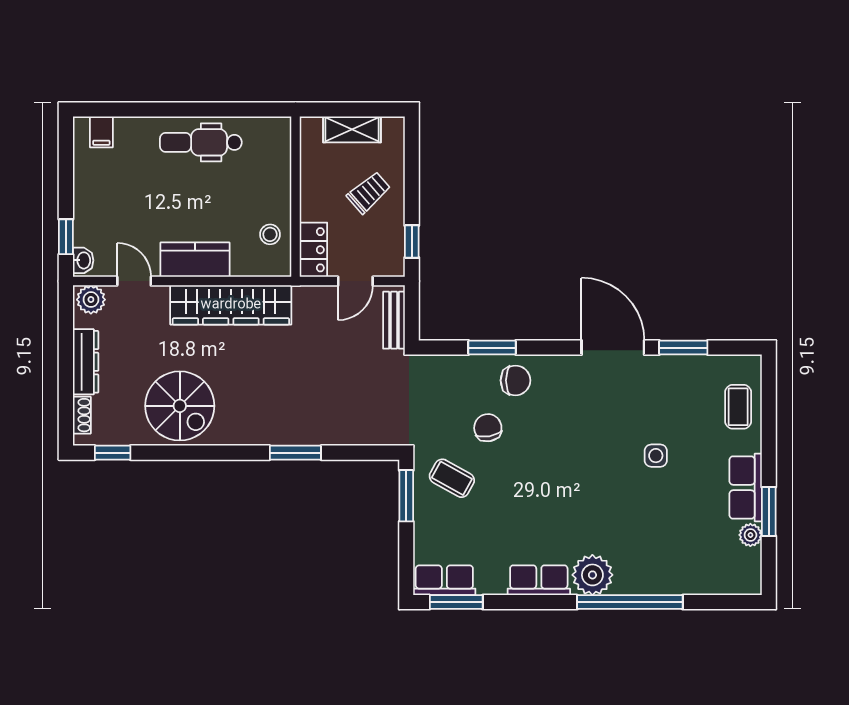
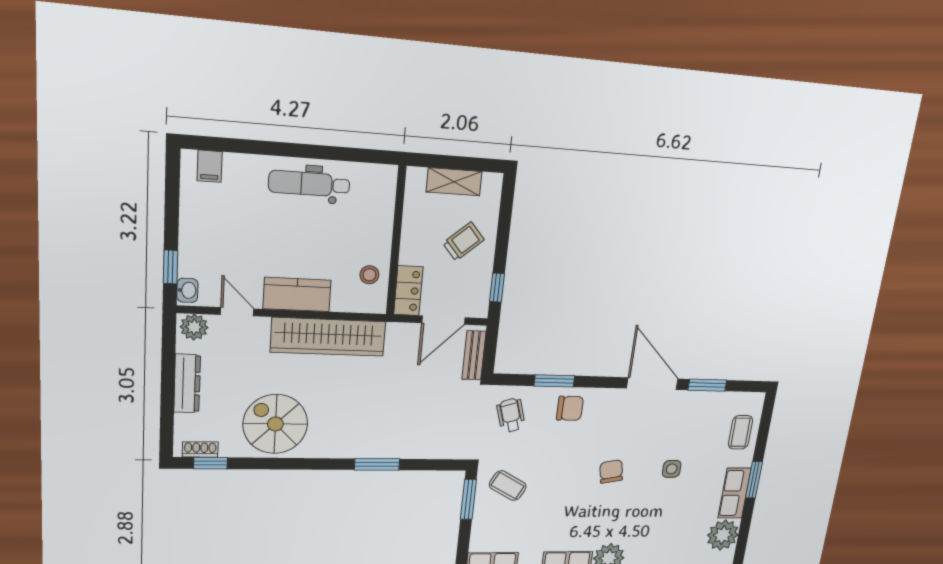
door: (355, 281) -> (443, 320), width x1.38
wheelchair: (445, 390) -> (511, 415), added
spiral stairs: (180, 406) -> (275, 424), turned 180
shoe rack: (82, 415) -> (200, 449), moved, turned -90
chair: (488, 428) -> (611, 471), moved
window: (769, 511) -> (754, 480), moved
plant: (750, 535) -> (723, 535), width x1.88, depth x1.88

